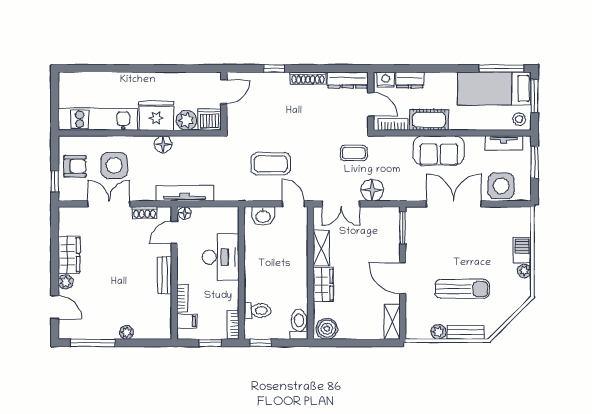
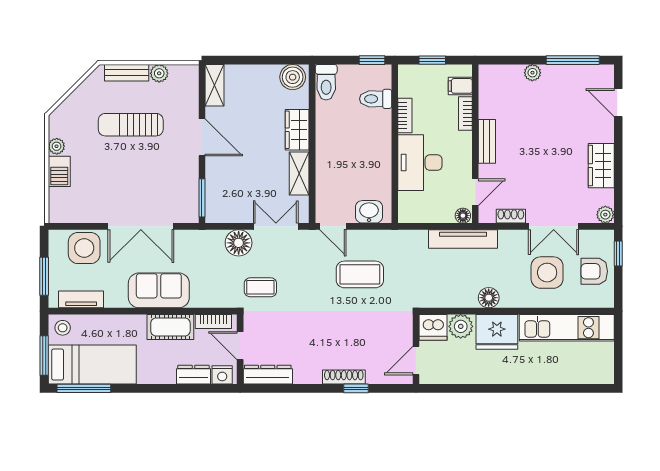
shoe rack: (308, 78) -> (344, 377), moved
plant: (66, 282) -> (605, 215), moved
bookcase: (233, 325) -> (405, 115), moved

